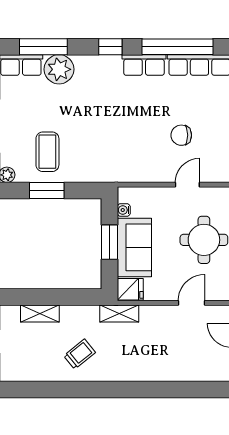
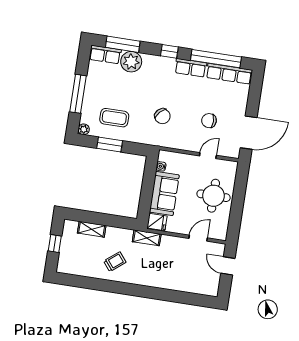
chair: (115, 139) -> (162, 116), added
coffee table: (47, 152) -> (114, 118), turned 90
window: (109, 242) -> (148, 187), removed

